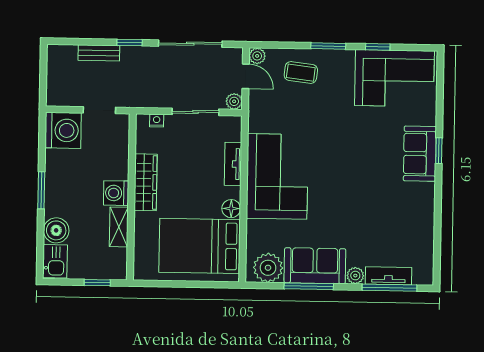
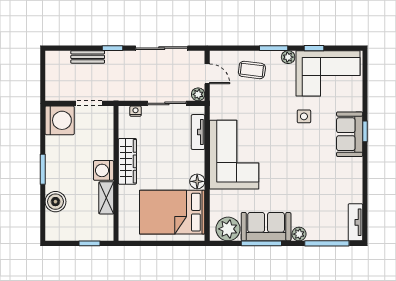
plant: (257, 56) -> (288, 57), moved
side table: (364, 131) -> (304, 116), added
tv unit: (233, 164) -> (198, 132), moved
kitchen sink: (55, 261) -> (55, 227), removed
tv unit: (388, 276) -> (355, 222), moved, turned -90

